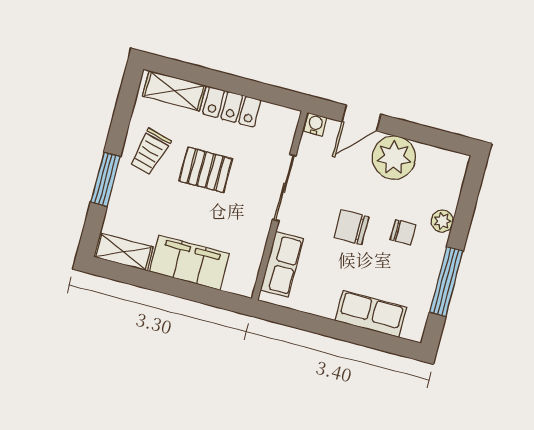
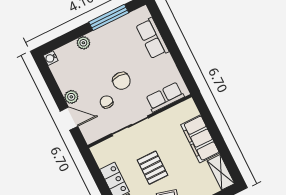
water cooler: (315, 124) -> (51, 58), moved
plant: (394, 158) -> (71, 97), width x0.53, depth x0.53
chair: (403, 232) -> (107, 102), moved

